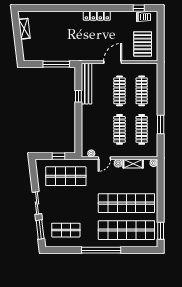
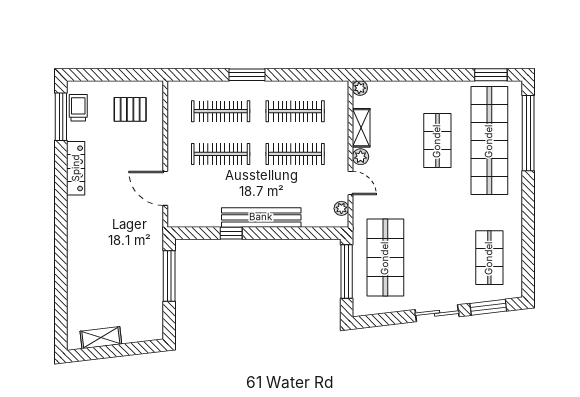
window: (139, 8) -> (61, 117), width x2.17
locker: (97, 16) -> (76, 168), moved
pallet: (143, 44) -> (130, 109), width x0.67, depth x0.71
door: (113, 62) -> (165, 188), moved
bench: (87, 84) -> (261, 217), moved
window: (161, 125) -> (247, 75), moved
window: (59, 156) -> (347, 271), width x2.17
shop shelf: (126, 203) -> (437, 141), width x0.50, depth x0.74
window: (101, 250) -> (528, 133), moved

